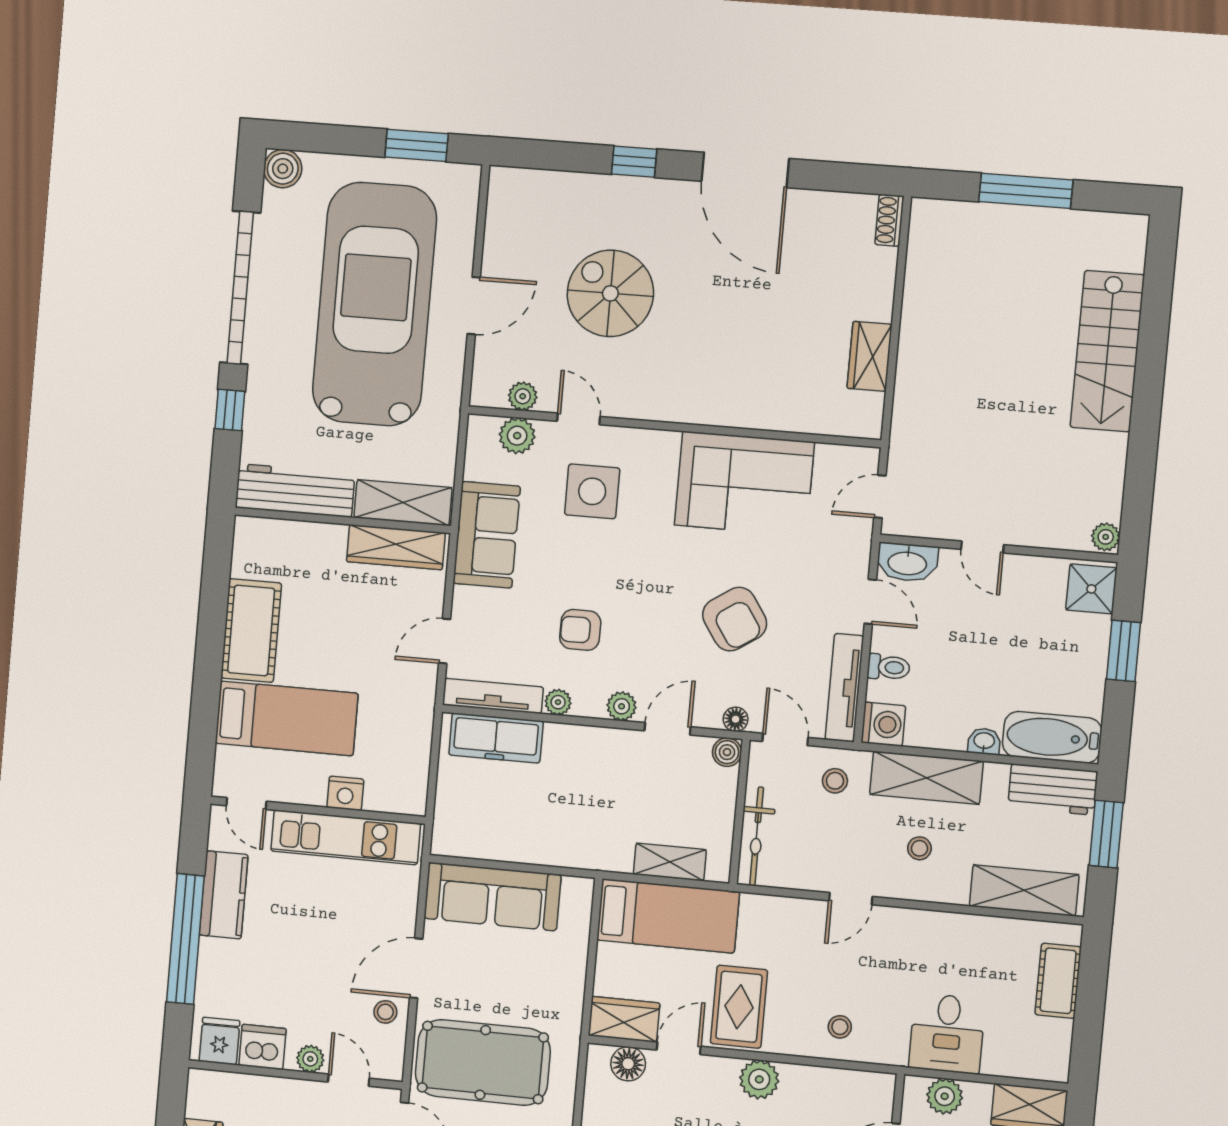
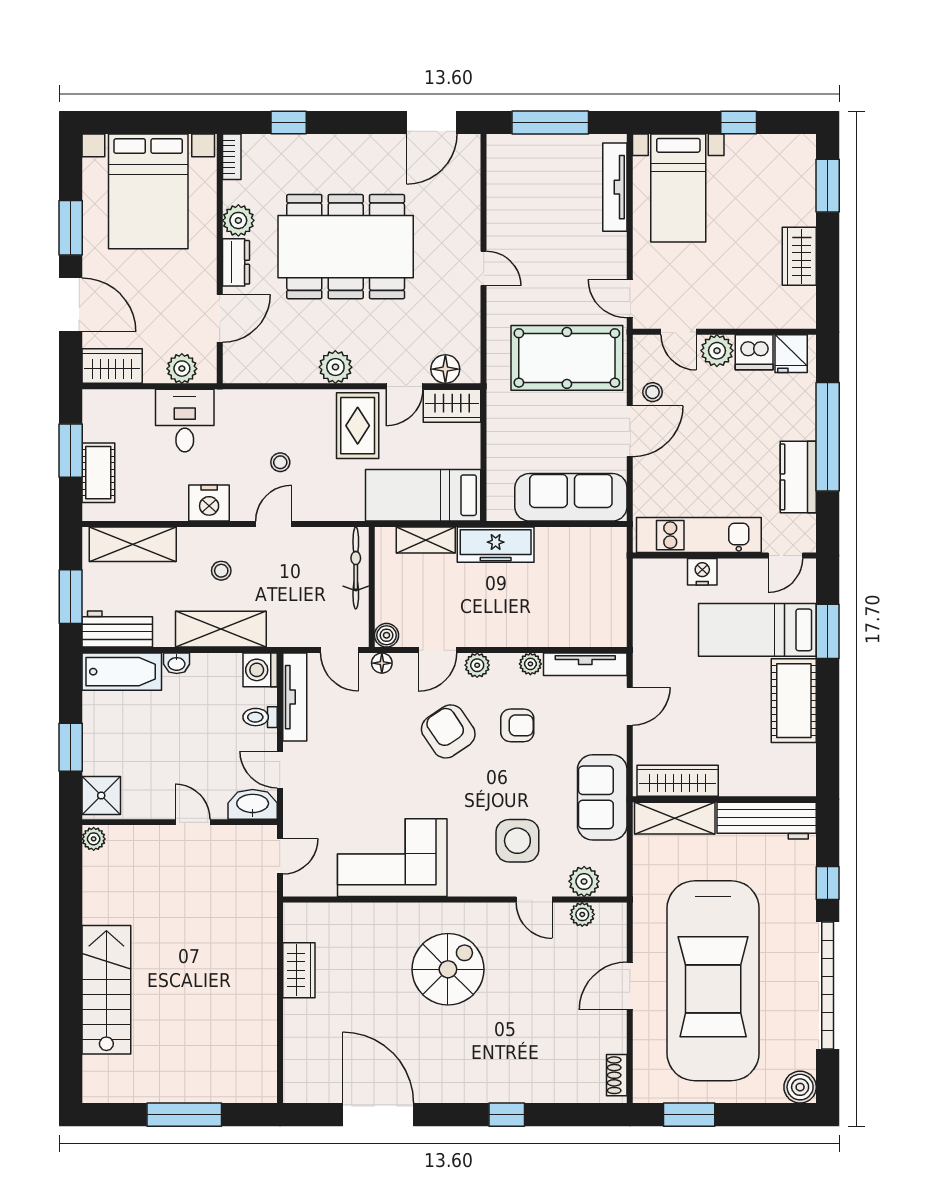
door: (745, 170) -> (378, 1115), moved
shoe rack: (889, 220) -> (617, 1075), moved, turned 180
spiral stairs: (610, 293) -> (448, 969), moved, turned -90
armchair: (735, 619) -> (448, 731), moved
window: (205, 709) -> (828, 631), added
freezer: (496, 738) -> (496, 545), moved, turned 180
stool: (835, 781) -> (295, 620), removed
door: (246, 804) -> (785, 555), swing flipped
nightstand: (927, 931) -> (209, 503), added
window: (1089, 1011) -> (71, 451), added
stool: (840, 1027) -> (280, 462), moved
plant: (310, 1059) -> (717, 351), width x1.38, depth x1.38

